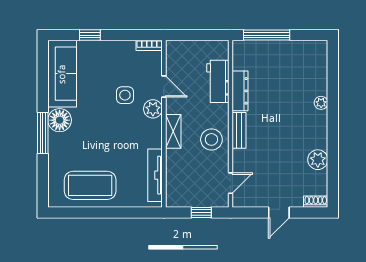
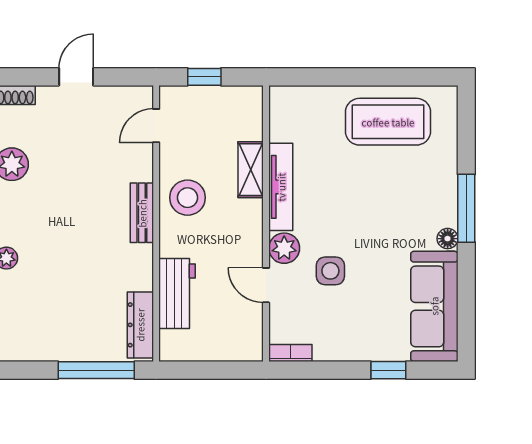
dresser: (240, 91) -> (140, 325), moved
floor lamp: (60, 120) -> (448, 239), width x0.53, depth x0.53
shelving: (173, 131) -> (251, 170), moved
tv unit: (155, 175) -> (281, 187), moved

